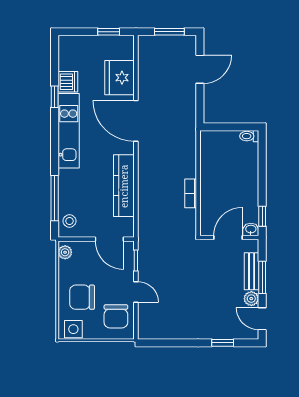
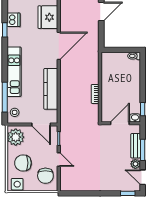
door: (136, 121) -> (59, 46), swing flipped
kitchen unit: (69, 131) -> (14, 72), moved
plant: (65, 252) -> (16, 137), width x1.88, depth x1.88
window: (223, 343) -> (128, 193), moved

